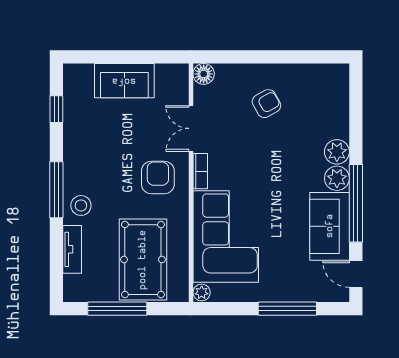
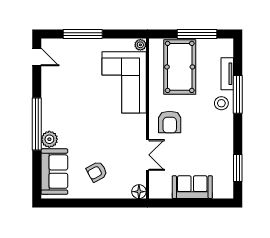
window: (56, 109) -> (238, 168), width x1.50
bookcase: (200, 171) -> (141, 126), removed
plant: (337, 178) -> (49, 122), removed
window: (56, 190) -> (238, 94), moved
window: (356, 203) -> (37, 124), moved
sofa: (330, 226) -> (54, 172), moved

